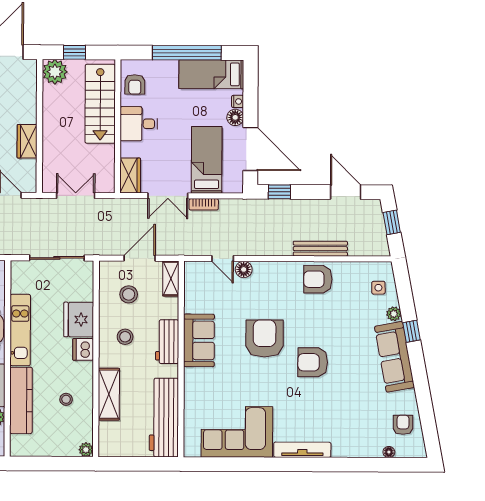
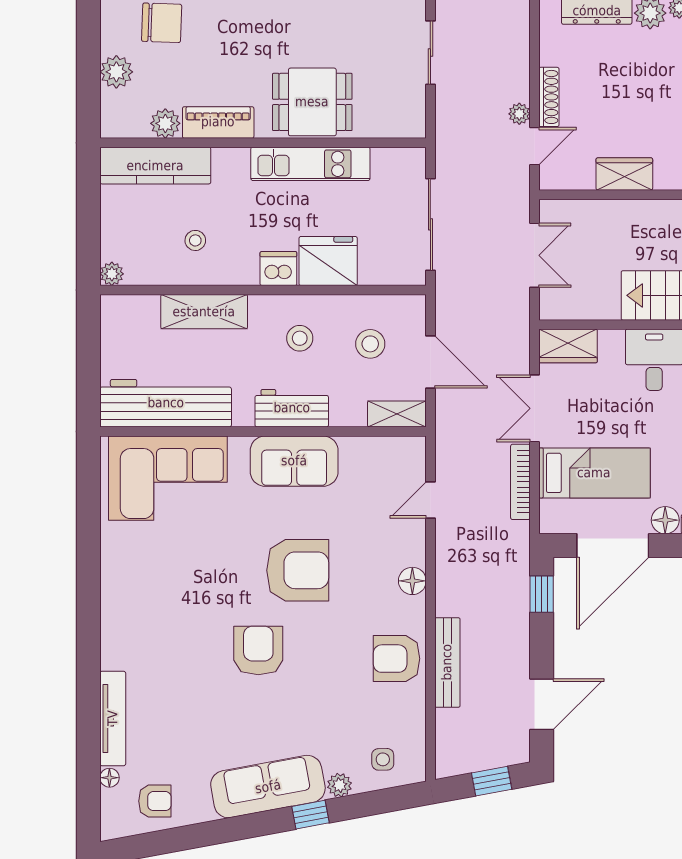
bookcase: (204, 204) -> (520, 482), width x1.56
floor lamp: (244, 269) -> (412, 581), moved
armchair: (318, 279) -> (397, 659), turned -90
kitchen counter: (21, 400) -> (155, 166), moved
corner sofa: (237, 432) -> (168, 478), moved, turned 90
tv unit: (302, 450) -> (113, 718), moved

